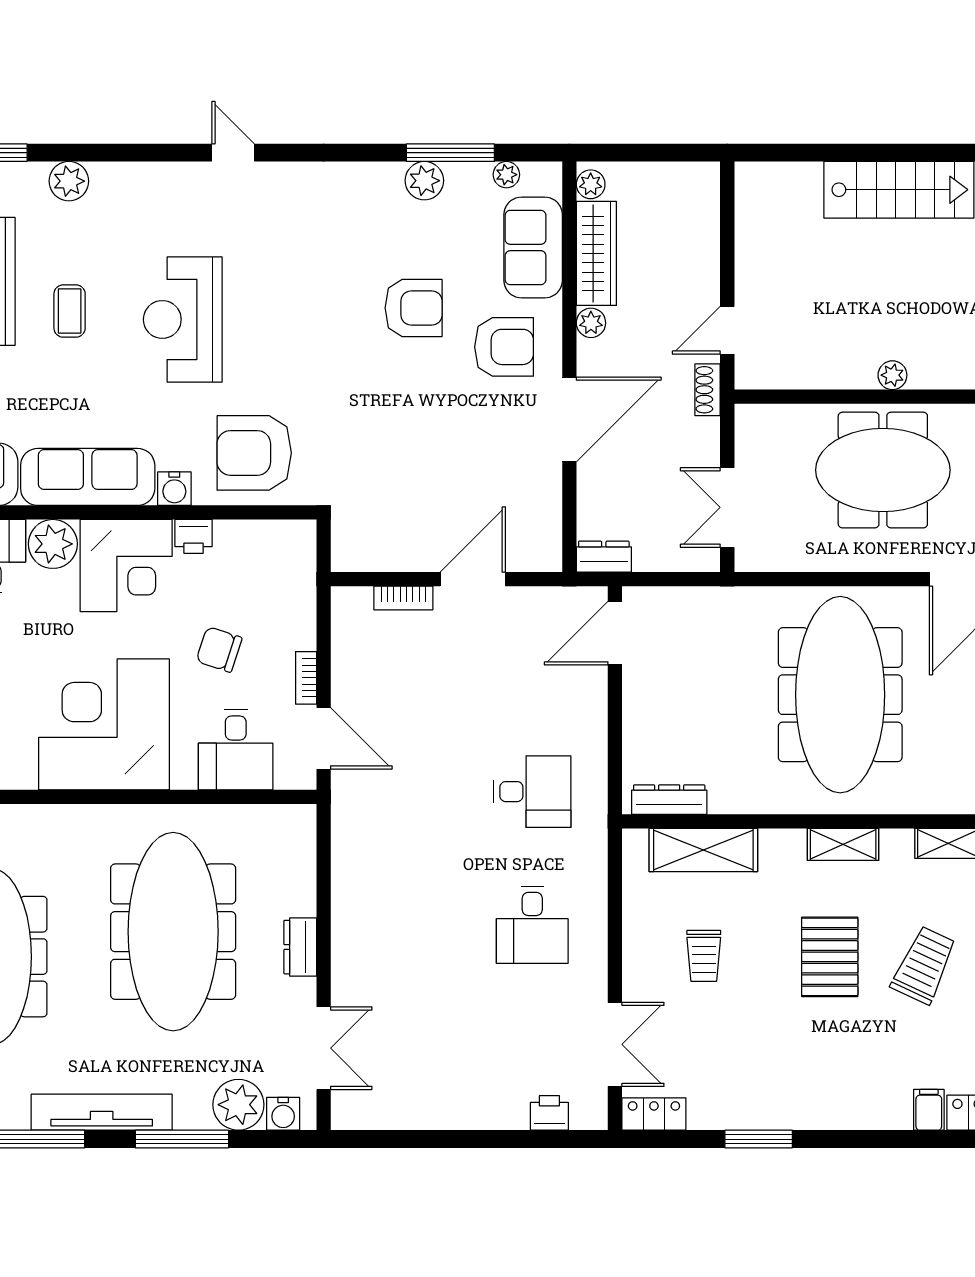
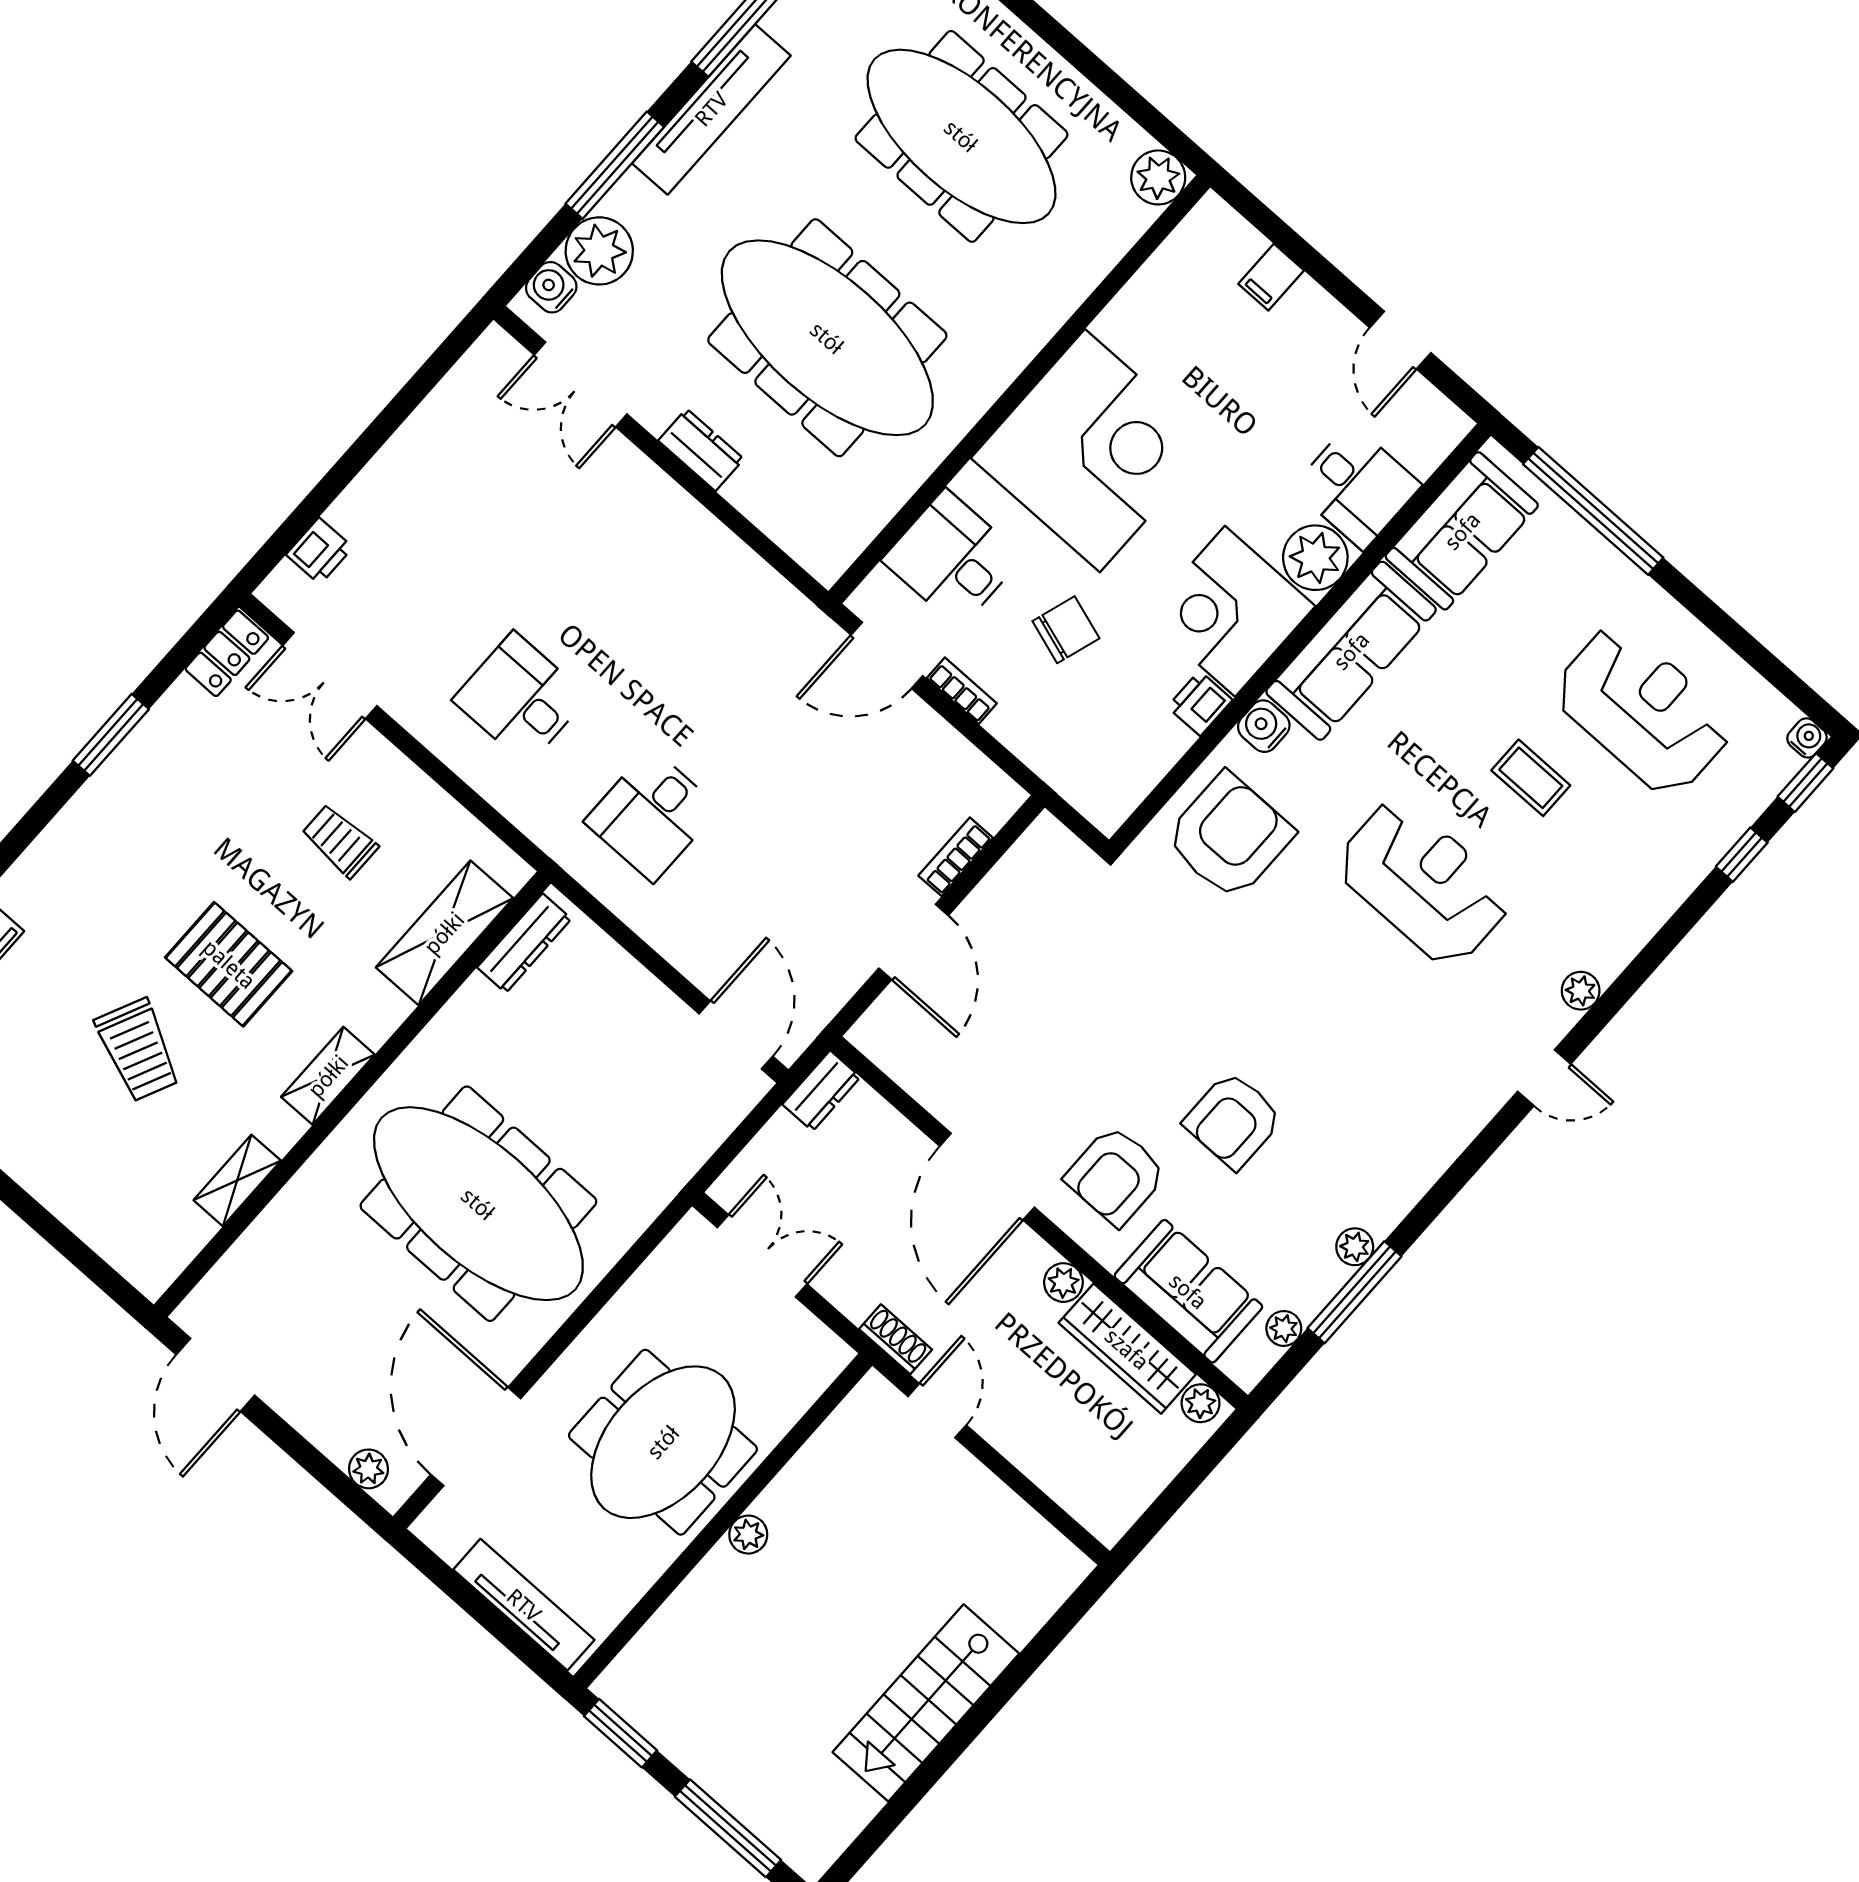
plant: (69, 181) -> (1581, 991), moved, width x0.73, depth x0.73
plant: (424, 181) -> (1355, 1247), width x0.73, depth x0.73

